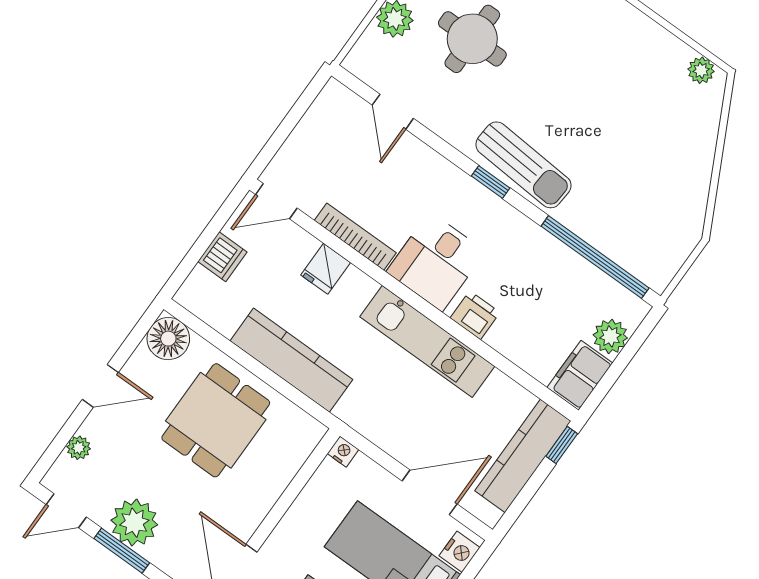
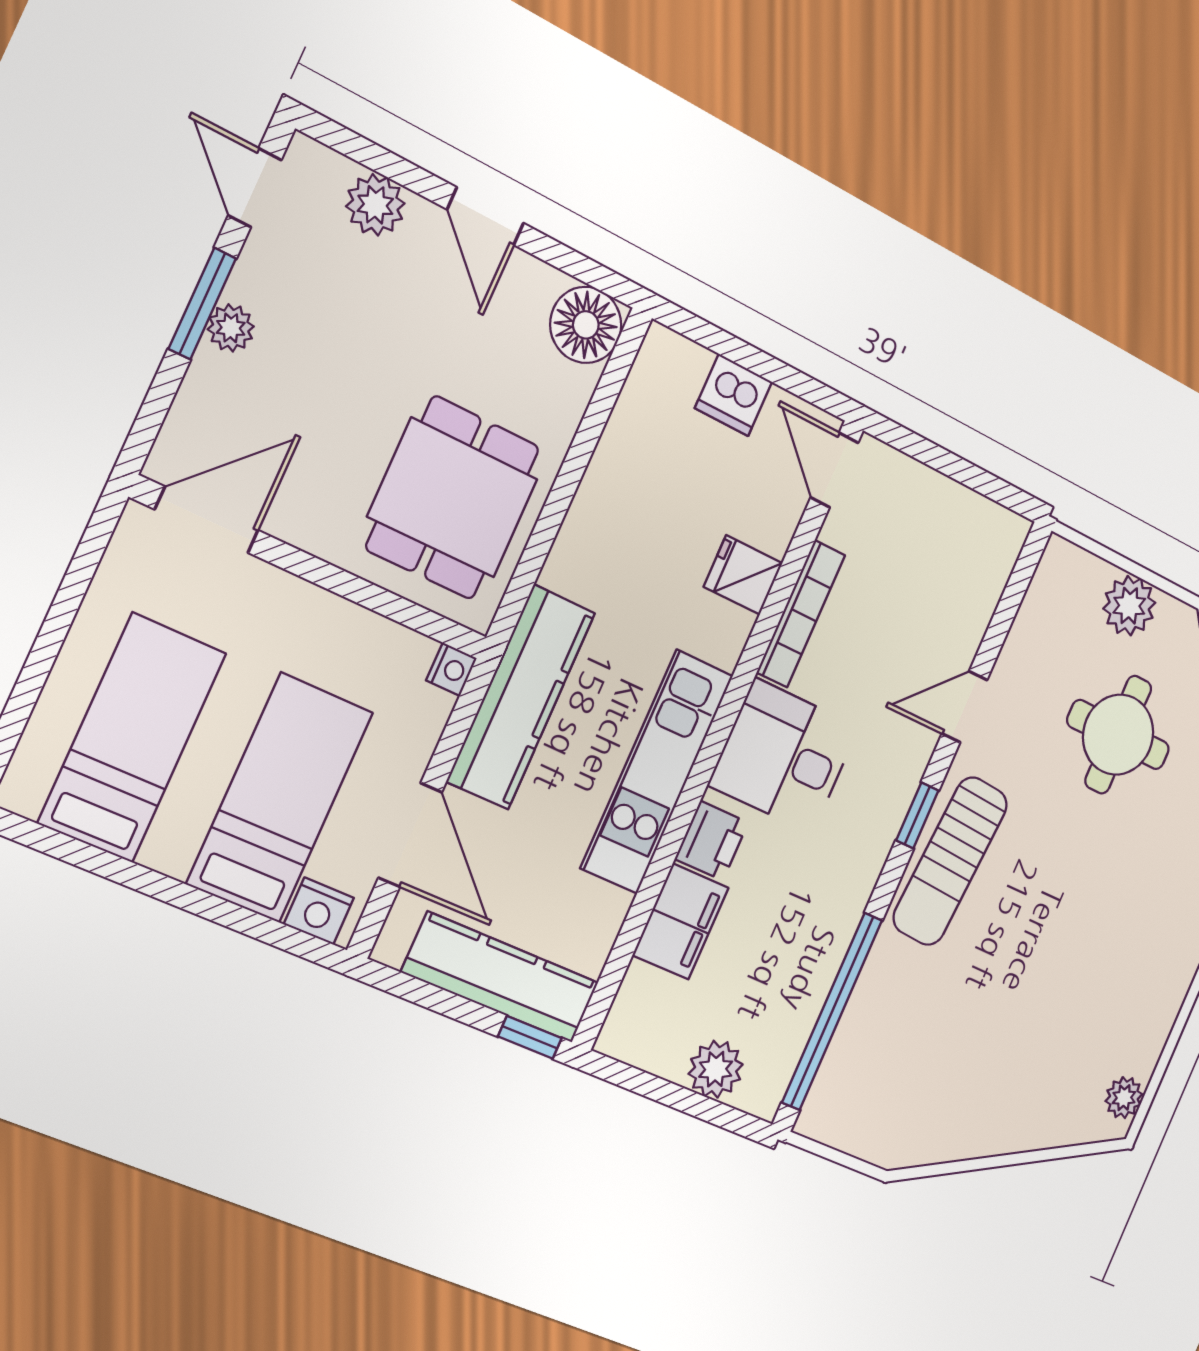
door: (393, 112) -> (965, 707), moved
kitchen counter: (291, 360) -> (521, 697), moved
filing cabinet: (580, 375) -> (681, 922), moved, turned 90
dining table: (216, 420) -> (453, 498), moved, turned 90
plant: (79, 448) -> (375, 205), width x1.38, depth x1.38
plant: (134, 523) -> (231, 328), width x0.53, depth x0.53

